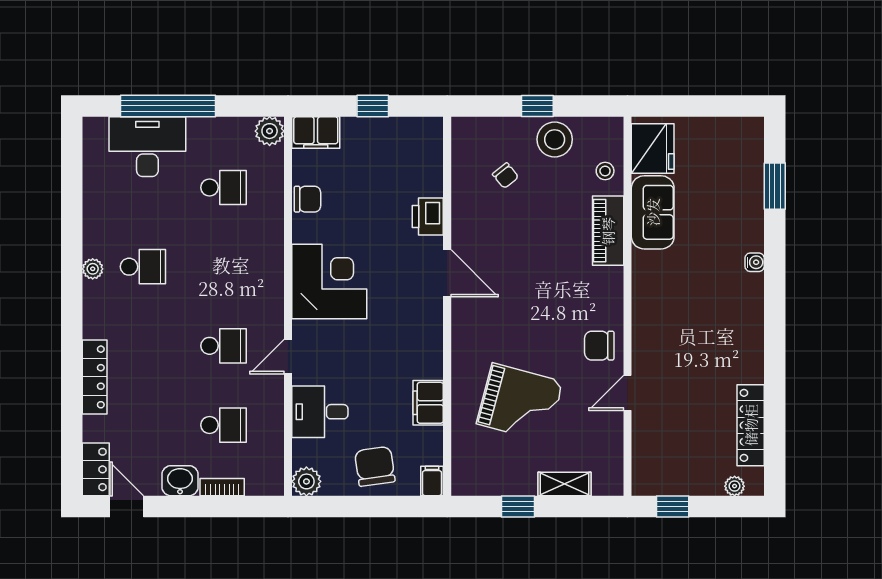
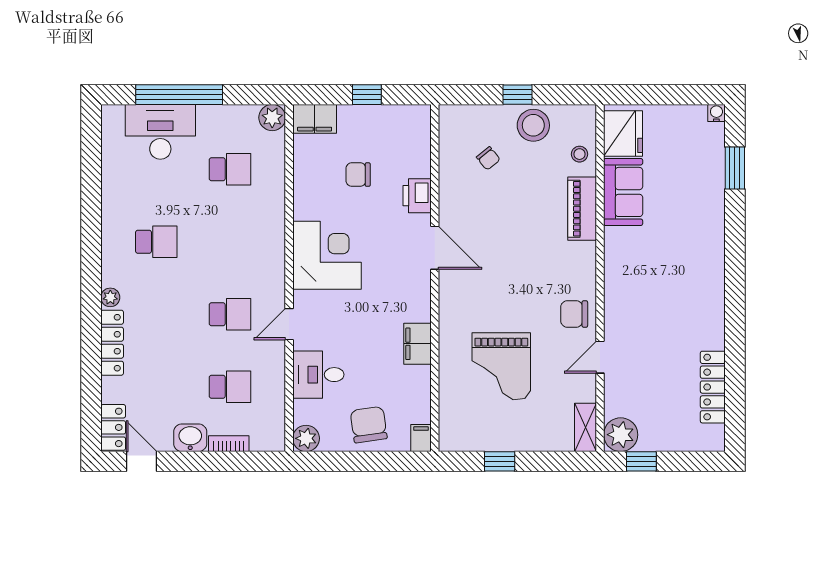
chair: (307, 199) -> (358, 175), moved, turned 180
water cooler: (755, 262) -> (716, 113), moved, turned -90
plant: (93, 269) -> (110, 297), moved
filing cabinet: (428, 403) -> (418, 344), moved
grand piano: (520, 403) -> (501, 366), turned 75
shelving: (565, 484) -> (585, 427), moved, turned 90
plant: (735, 486) -> (621, 435), moved, width x1.87, depth x1.87

